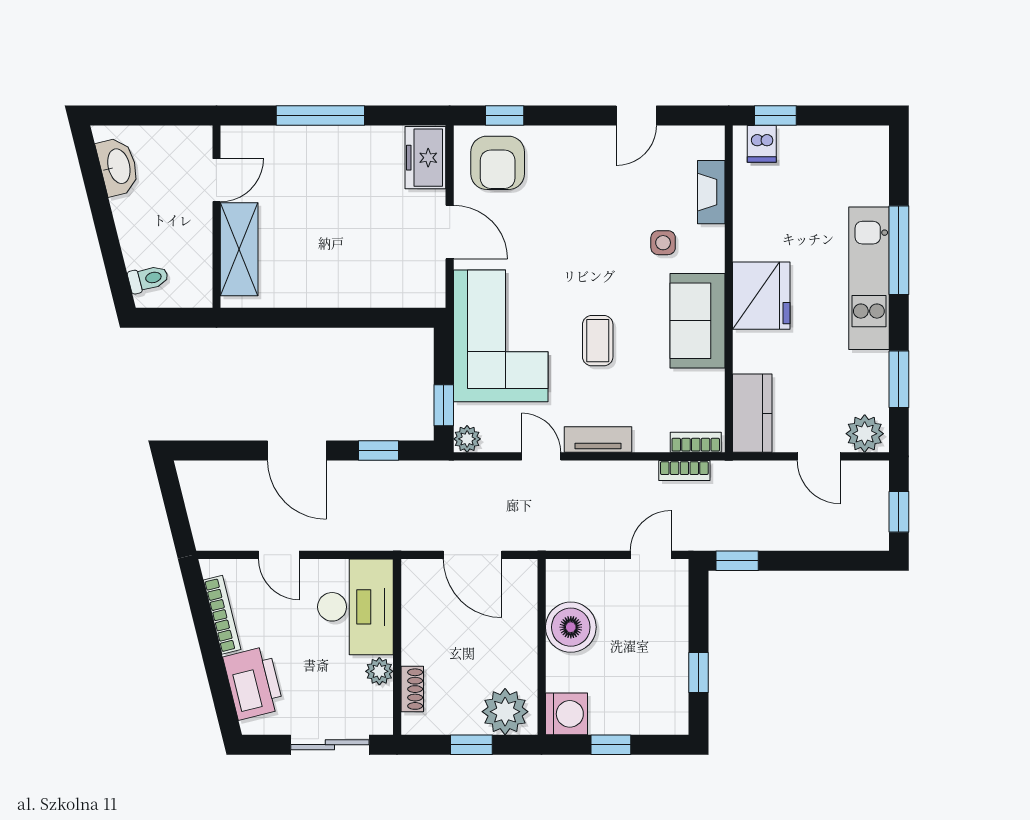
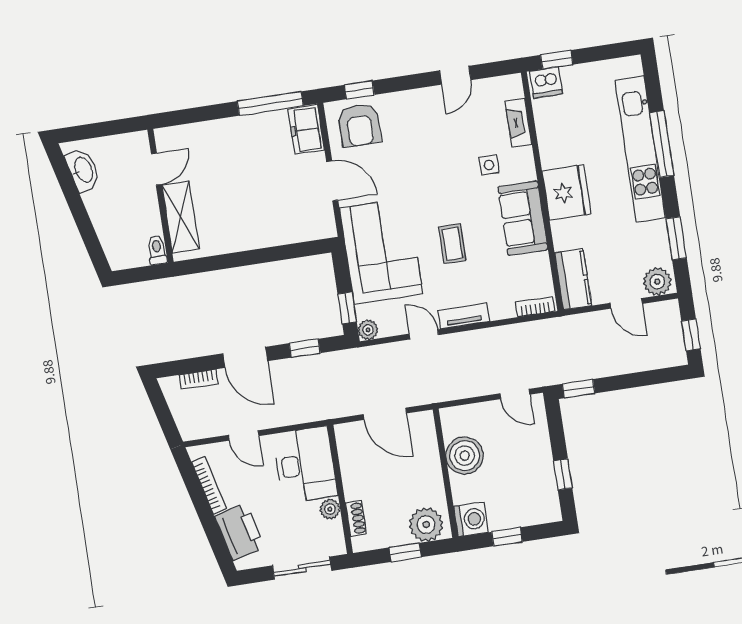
window: (320, 116) -> (270, 104), moved
dishwasher: (762, 144) -> (546, 83), width x1.38
kitchen unit: (869, 278) -> (640, 149), width x1.36
toilet: (148, 279) -> (157, 250), moved, turned -76
bookcase: (684, 470) -> (199, 379), moved
door: (651, 555) -> (515, 394), swing flipped

